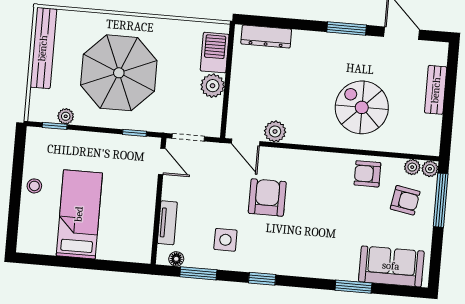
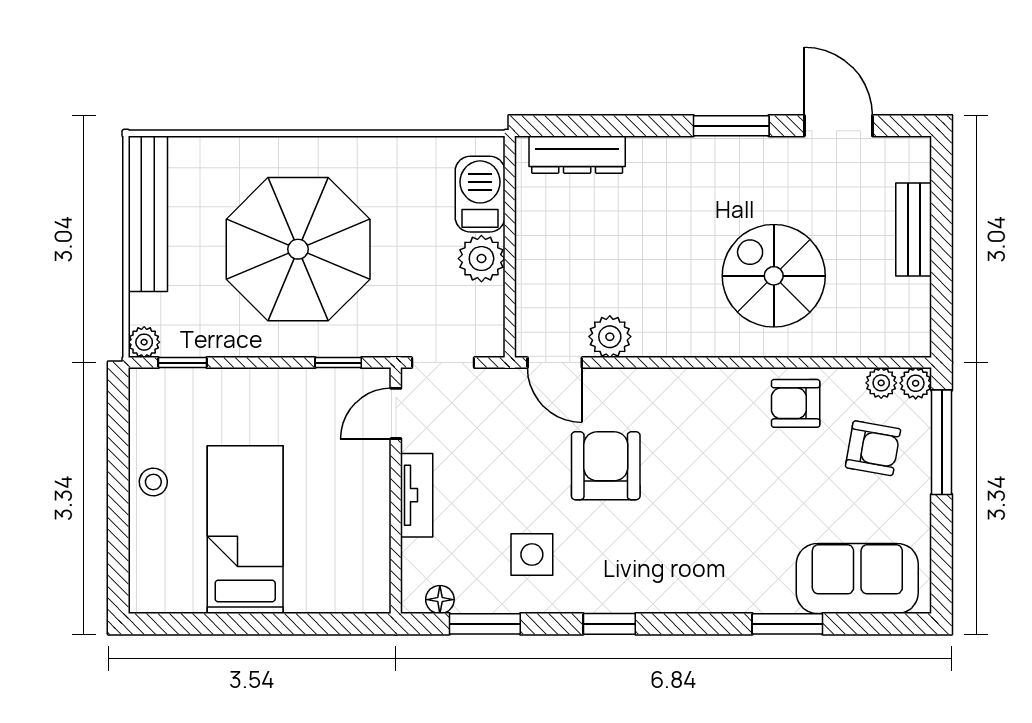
plant: (66, 116) -> (144, 342), moved
door: (162, 161) -> (396, 413), swing flipped
tv unit: (167, 223) -> (417, 495), moved

